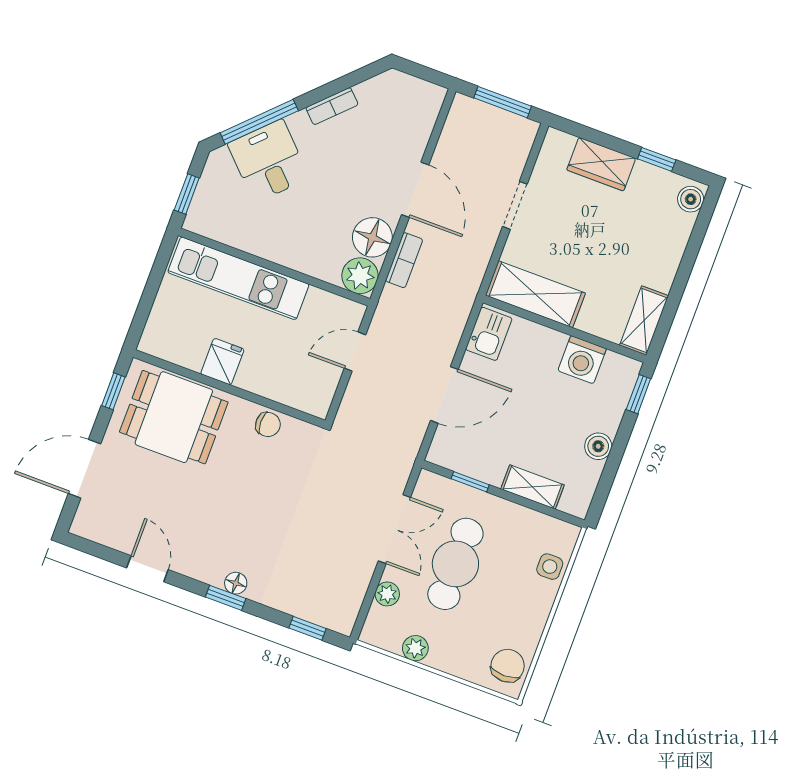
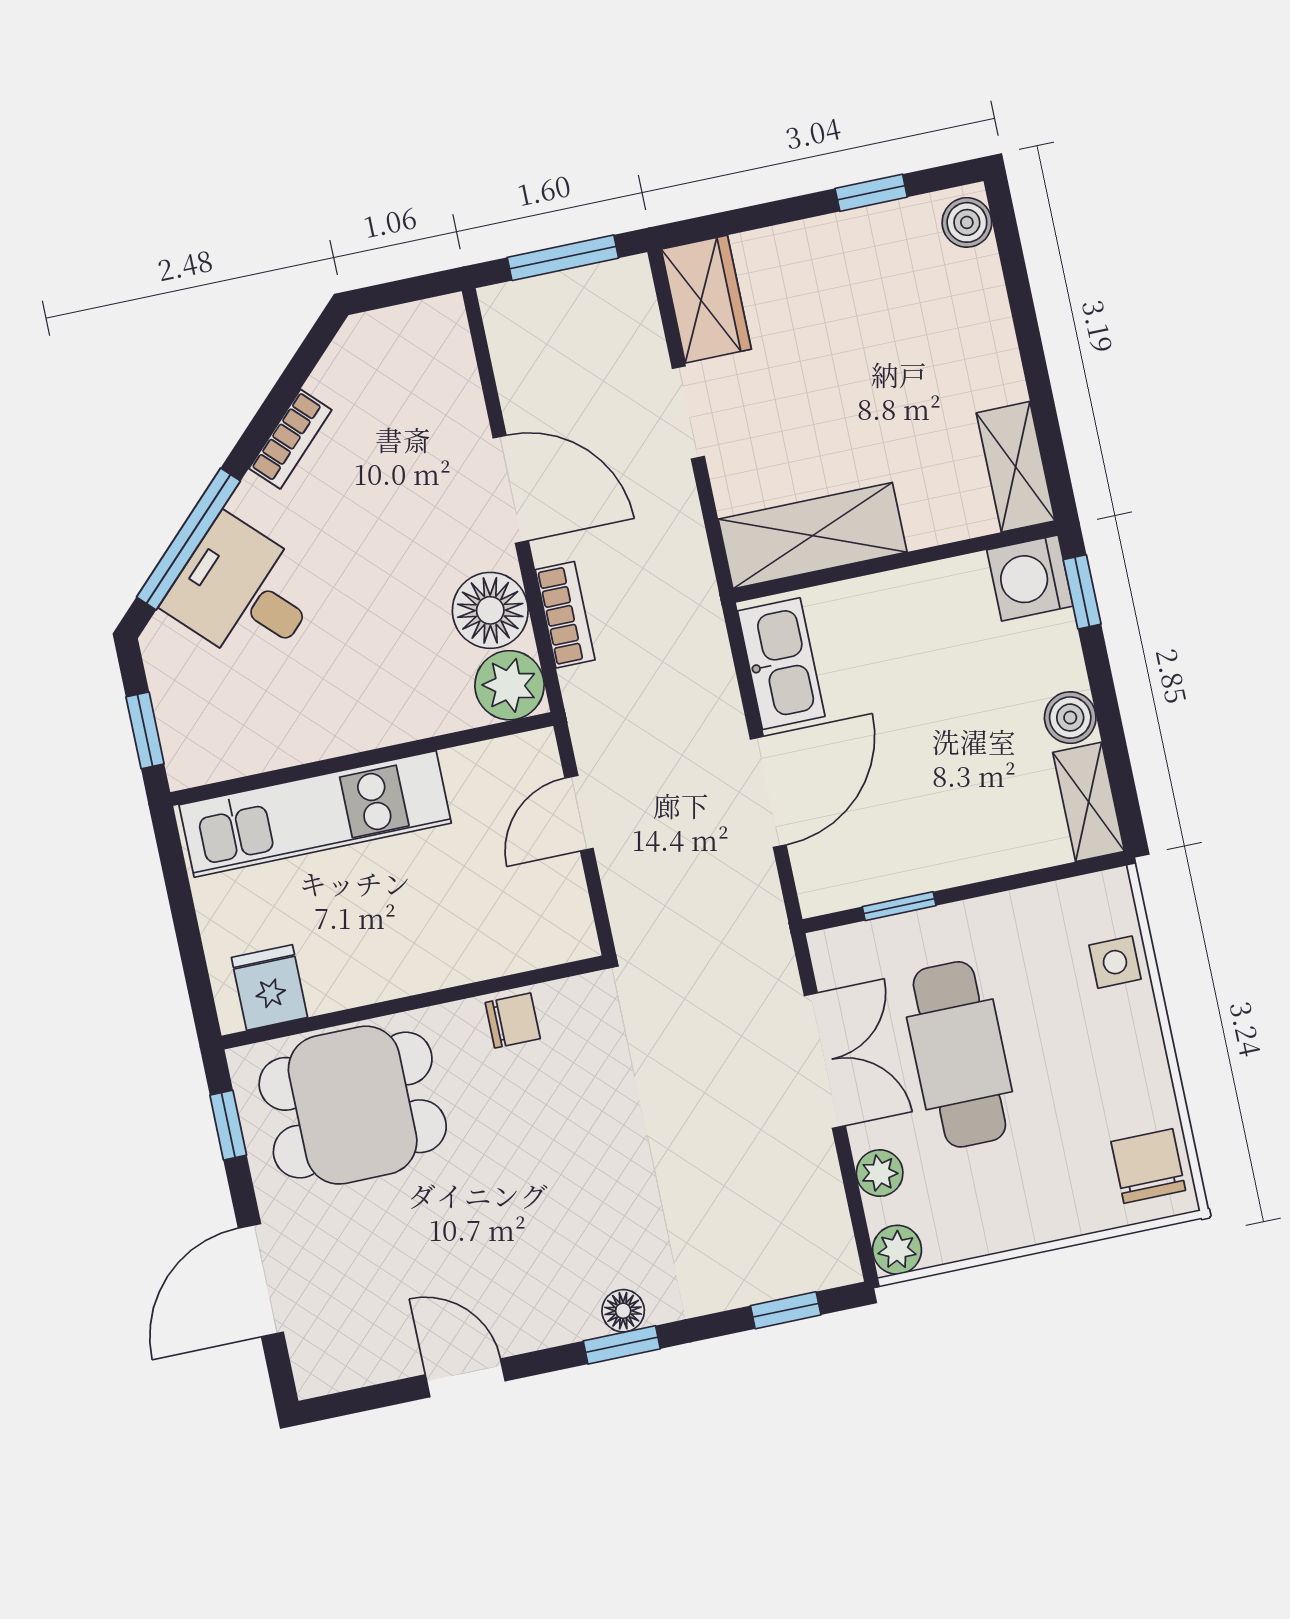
wardrobe: (601, 164) -> (706, 299), moved, turned -90
kitchen sink: (489, 334) -> (781, 664), width x1.38
washing machine: (582, 360) -> (1030, 578), moved, turned 90
fridge: (222, 362) -> (269, 987), moved
shelving: (533, 487) -> (1089, 802), moved, turned 90
plant: (415, 648) -> (897, 1250), moved

